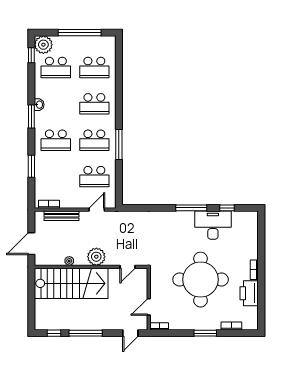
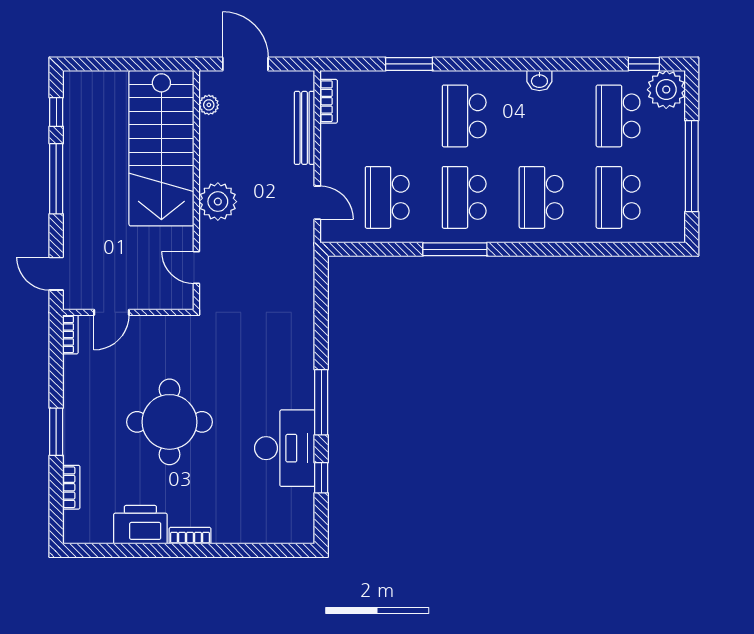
window: (31, 117) -> (514, 64), removed
plant: (69, 261) -> (209, 105), moved
round table: (201, 280) -> (169, 422), width x0.73, depth x0.73
door: (149, 307) -> (111, 312), swing flipped

